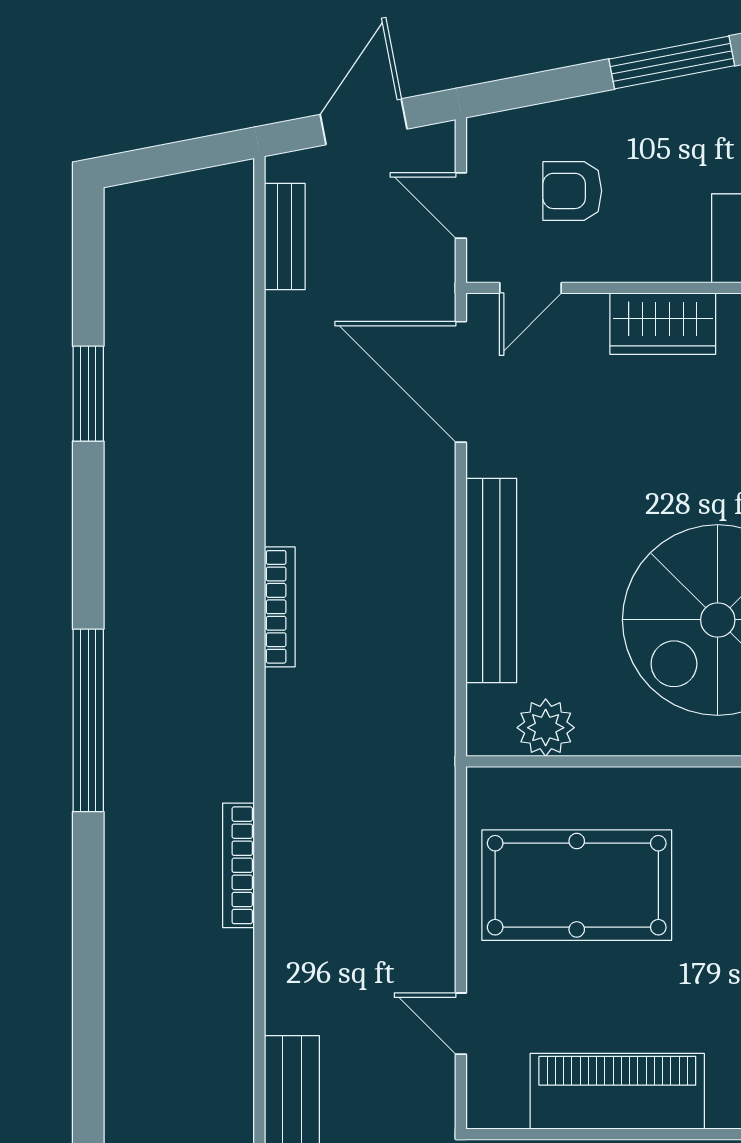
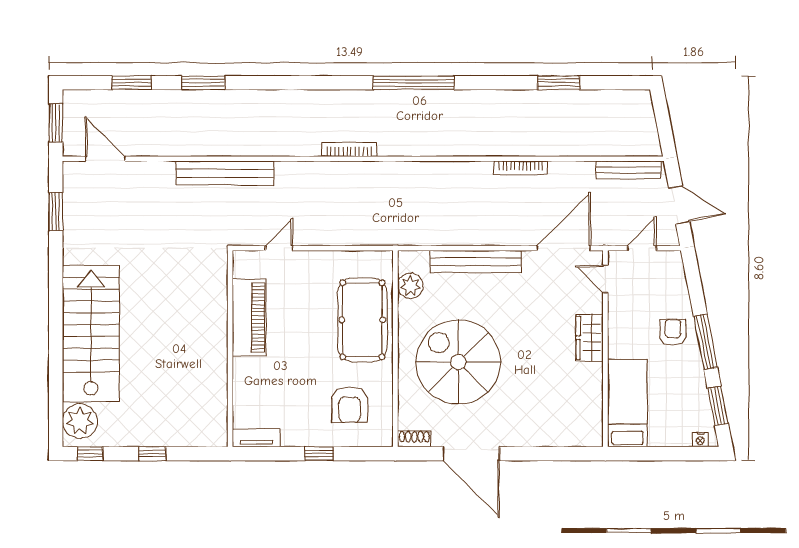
armchair: (572, 191) -> (673, 332), moved
bench: (285, 237) -> (628, 170), width x1.36
bookcase: (280, 607) -> (521, 168), moved
pool table: (577, 885) -> (362, 320), moved

